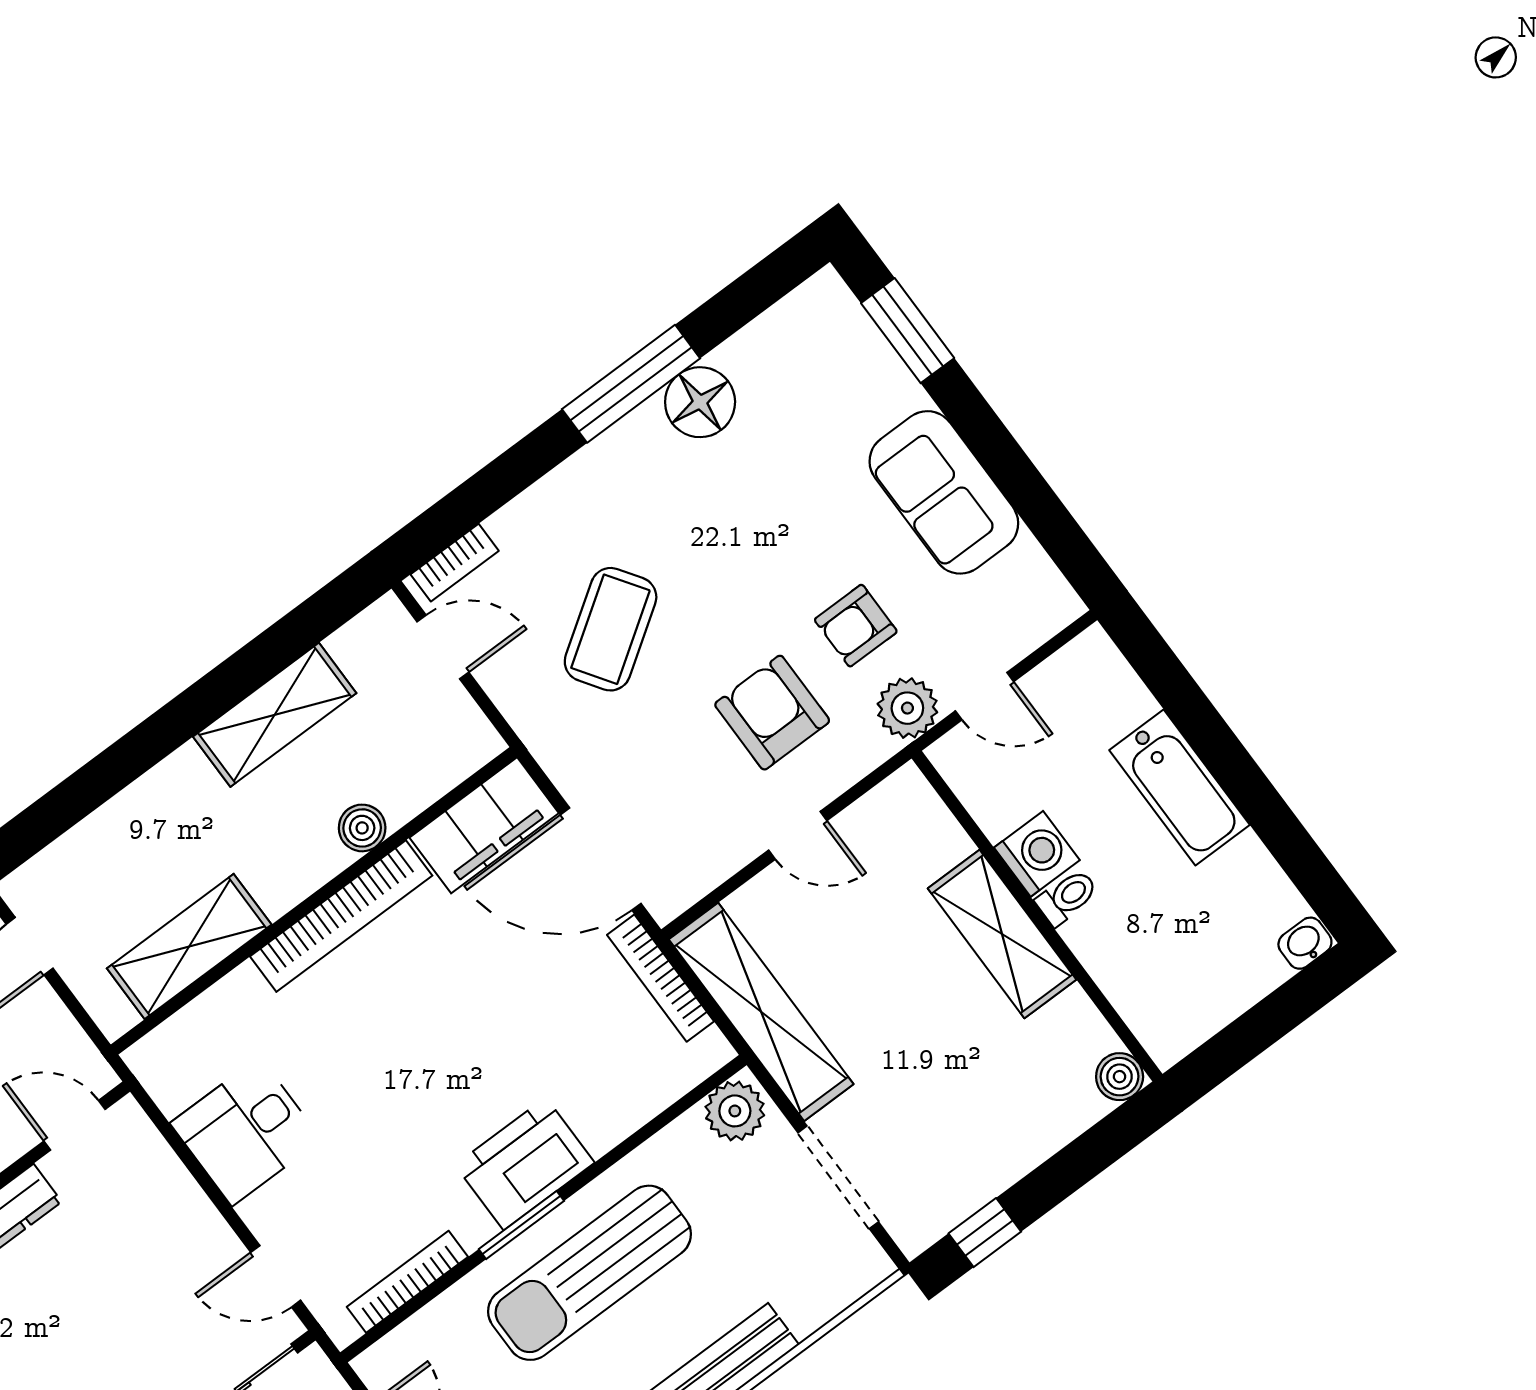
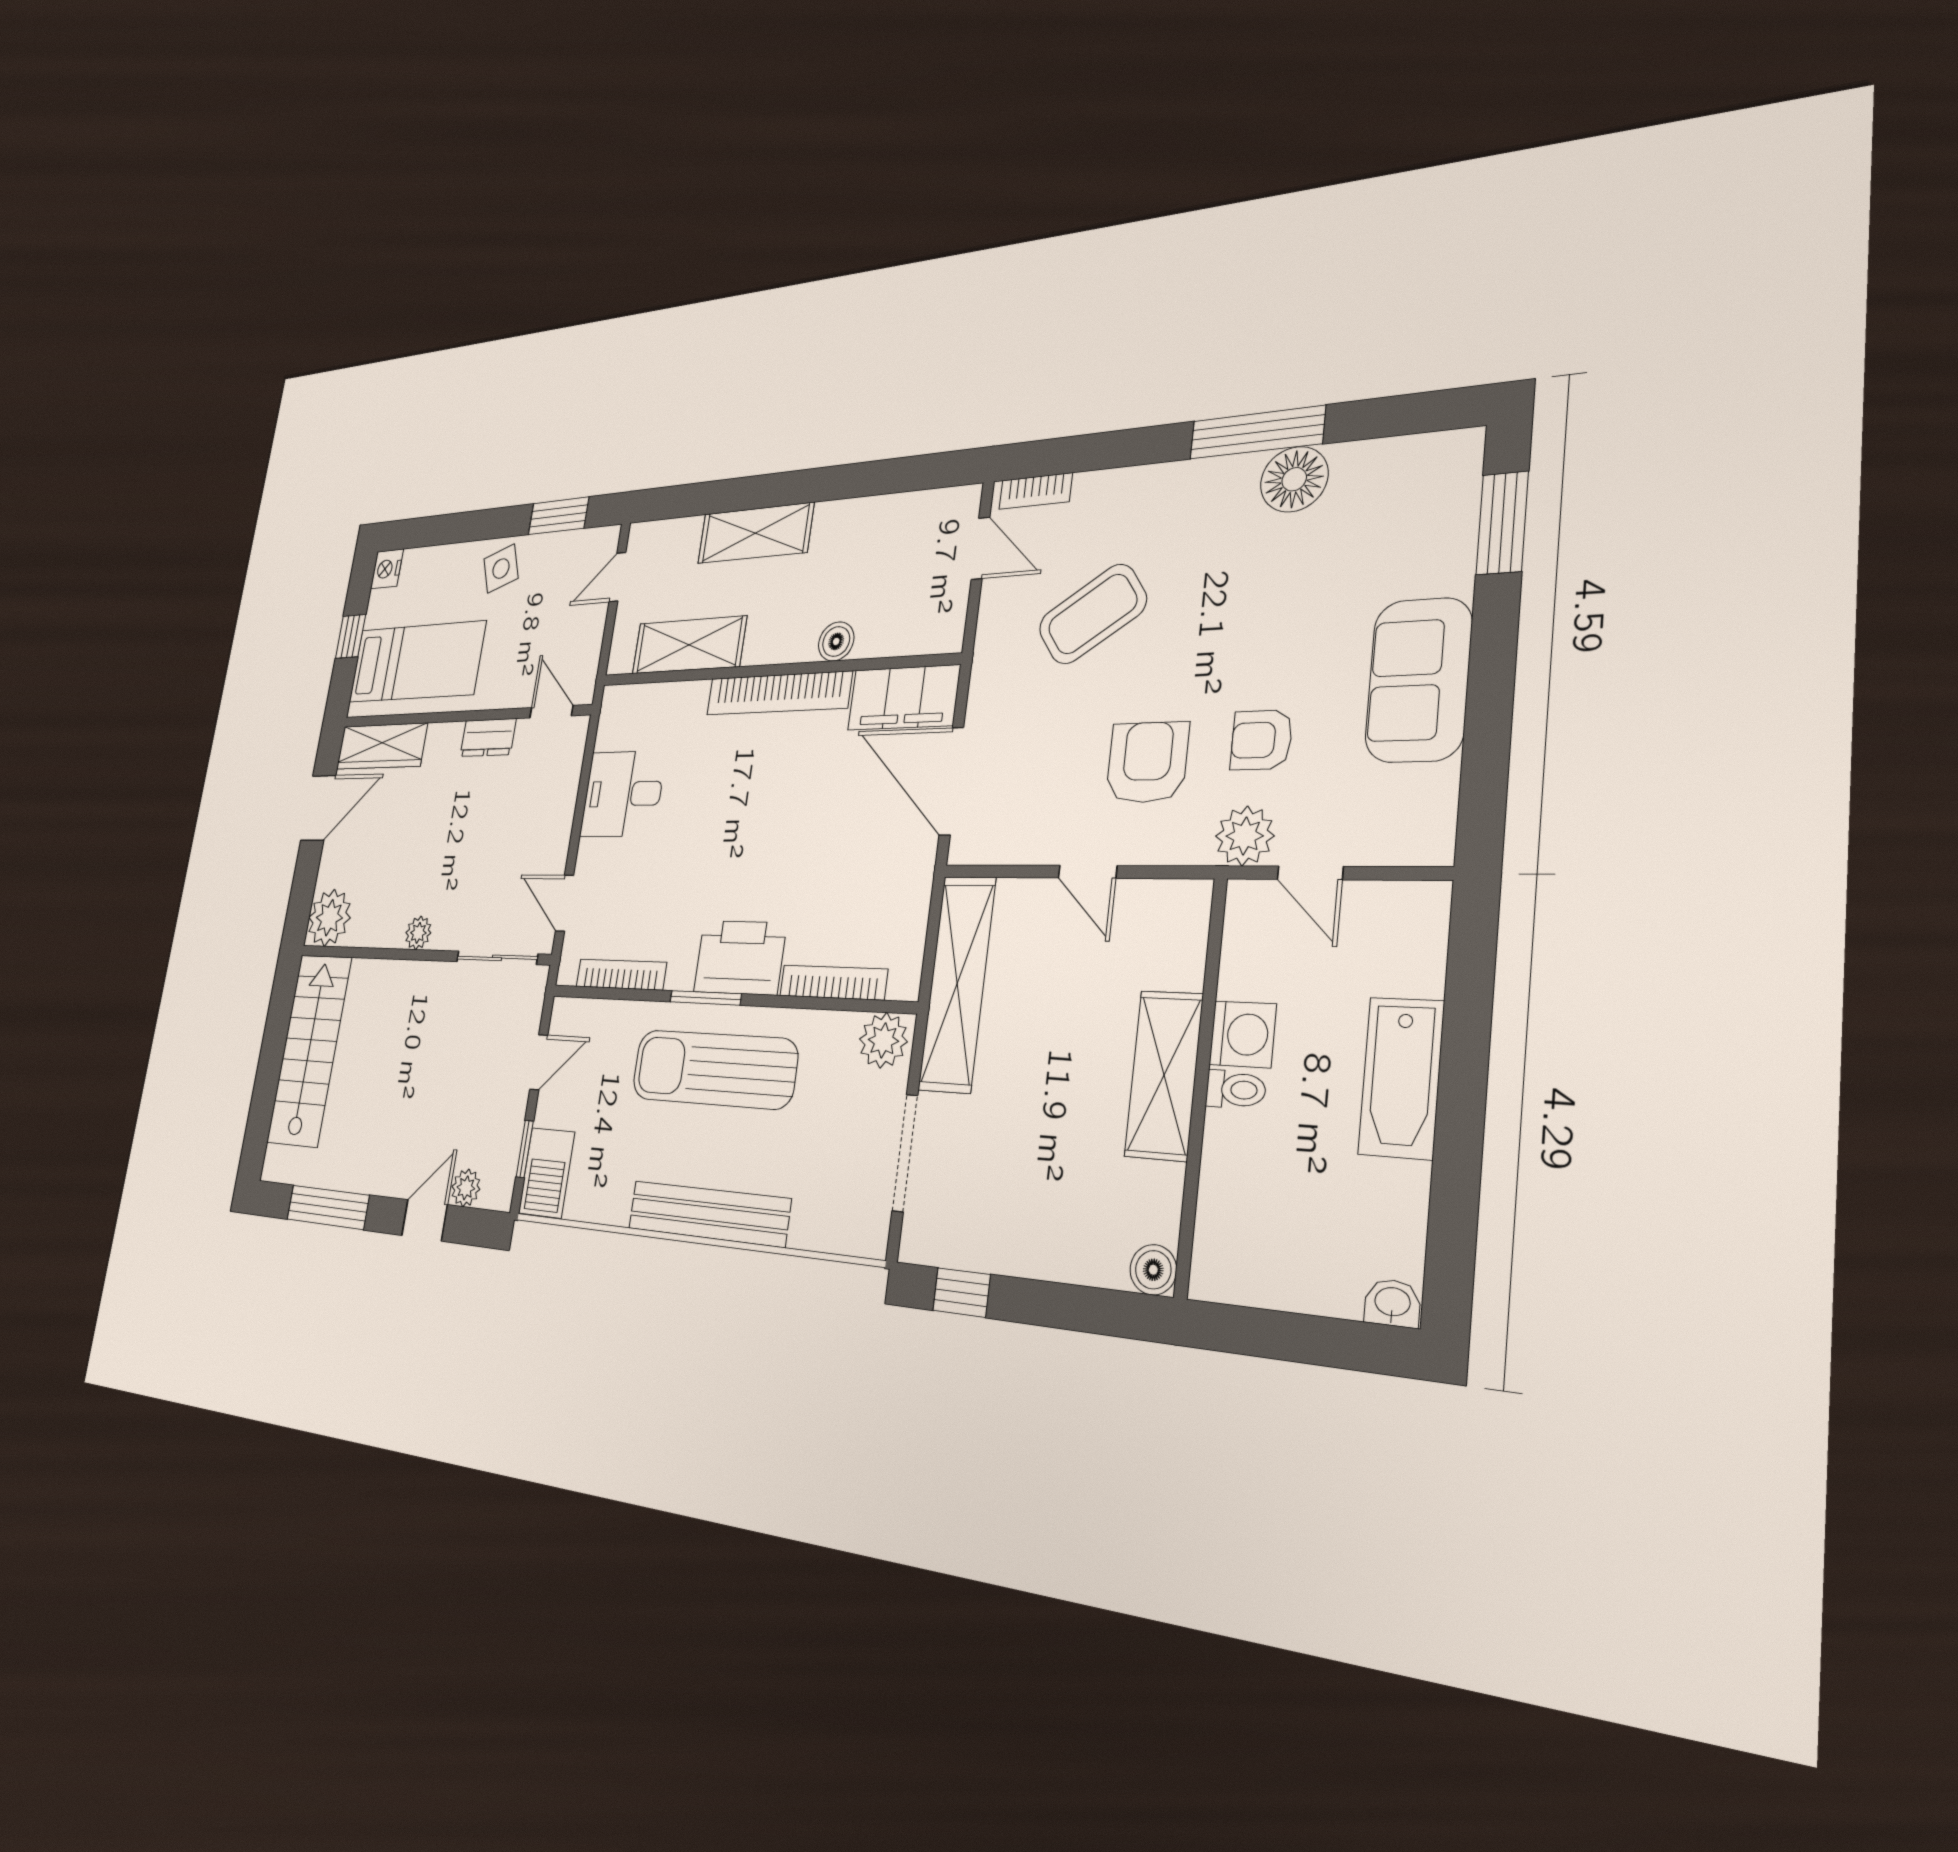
shelving: (275, 715) -> (755, 533), moved
bookcase: (660, 978) -> (833, 982), moved, turned 90

